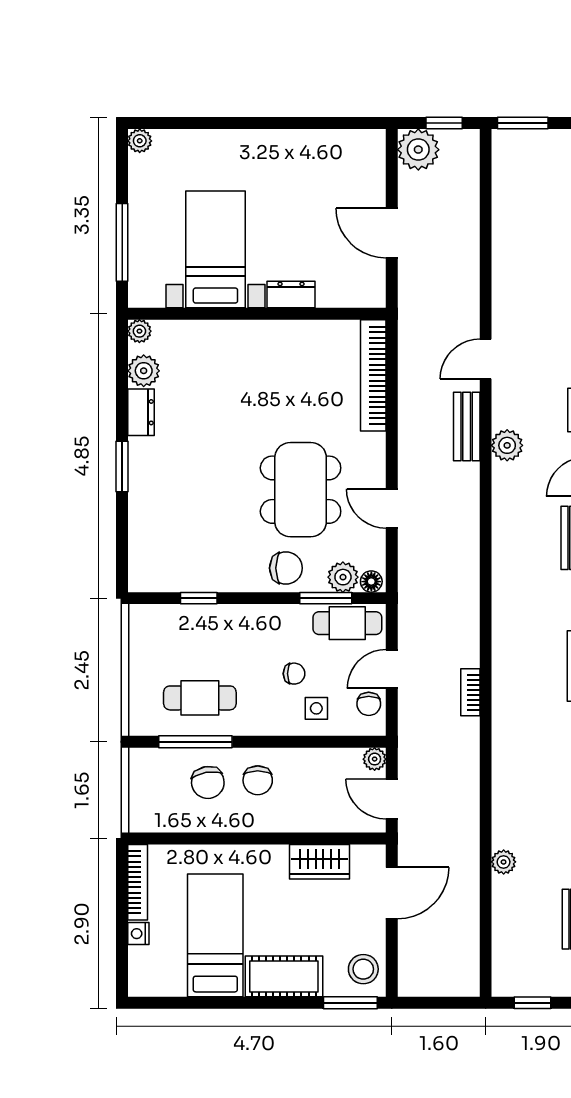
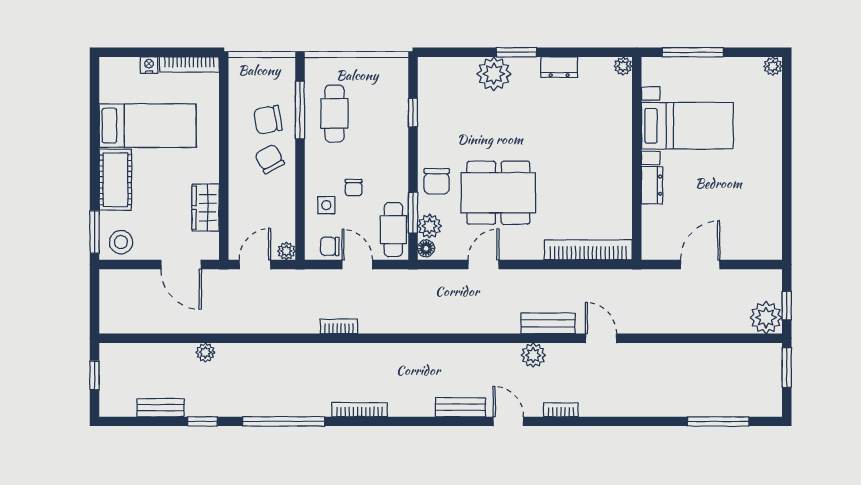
plant: (418, 150) -> (766, 318), moved
plant: (144, 371) -> (494, 74), moved, width x1.36, depth x1.36
chair: (258, 780) -> (270, 159), turned 62

